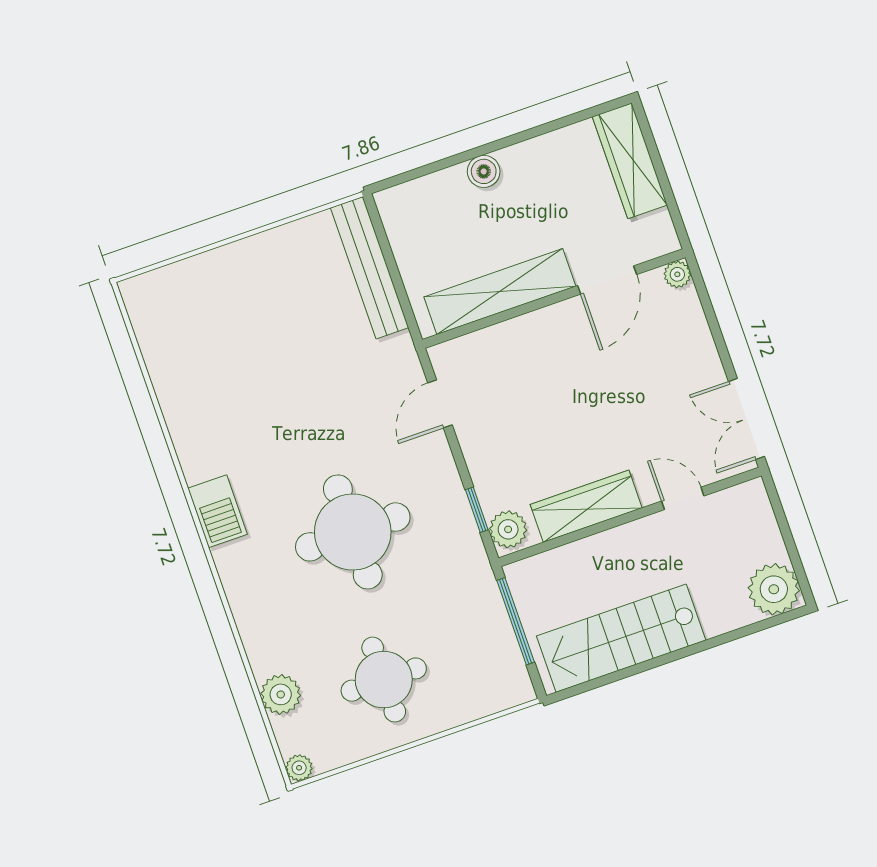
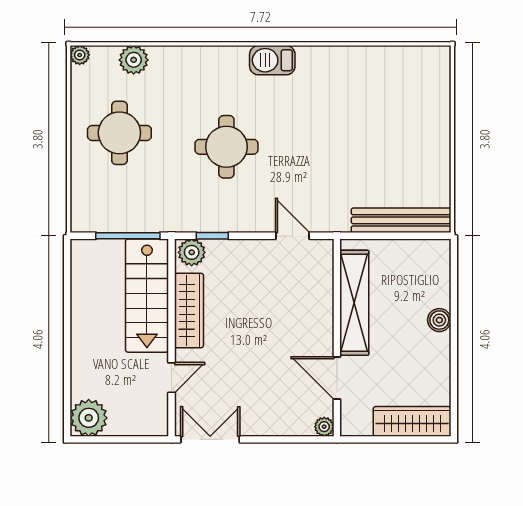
round table: (353, 532) -> (226, 147), width x0.73, depth x0.73
stairs: (621, 638) -> (147, 296), moved, turned 180

